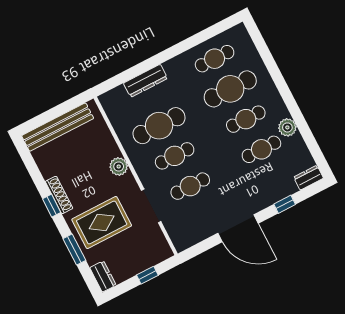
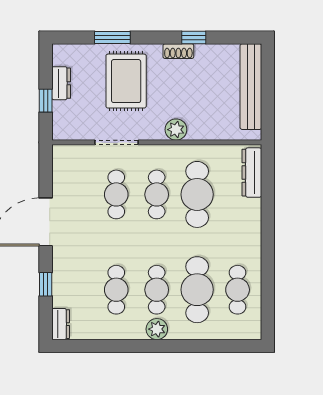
dresser: (146, 81) -> (252, 173), moved
plant: (287, 127) -> (157, 329), moved
shoe rack: (59, 195) -> (178, 51), width x0.70
window: (52, 206) -> (194, 37), moved
dresser: (103, 276) -> (61, 83), moved, turned -90

